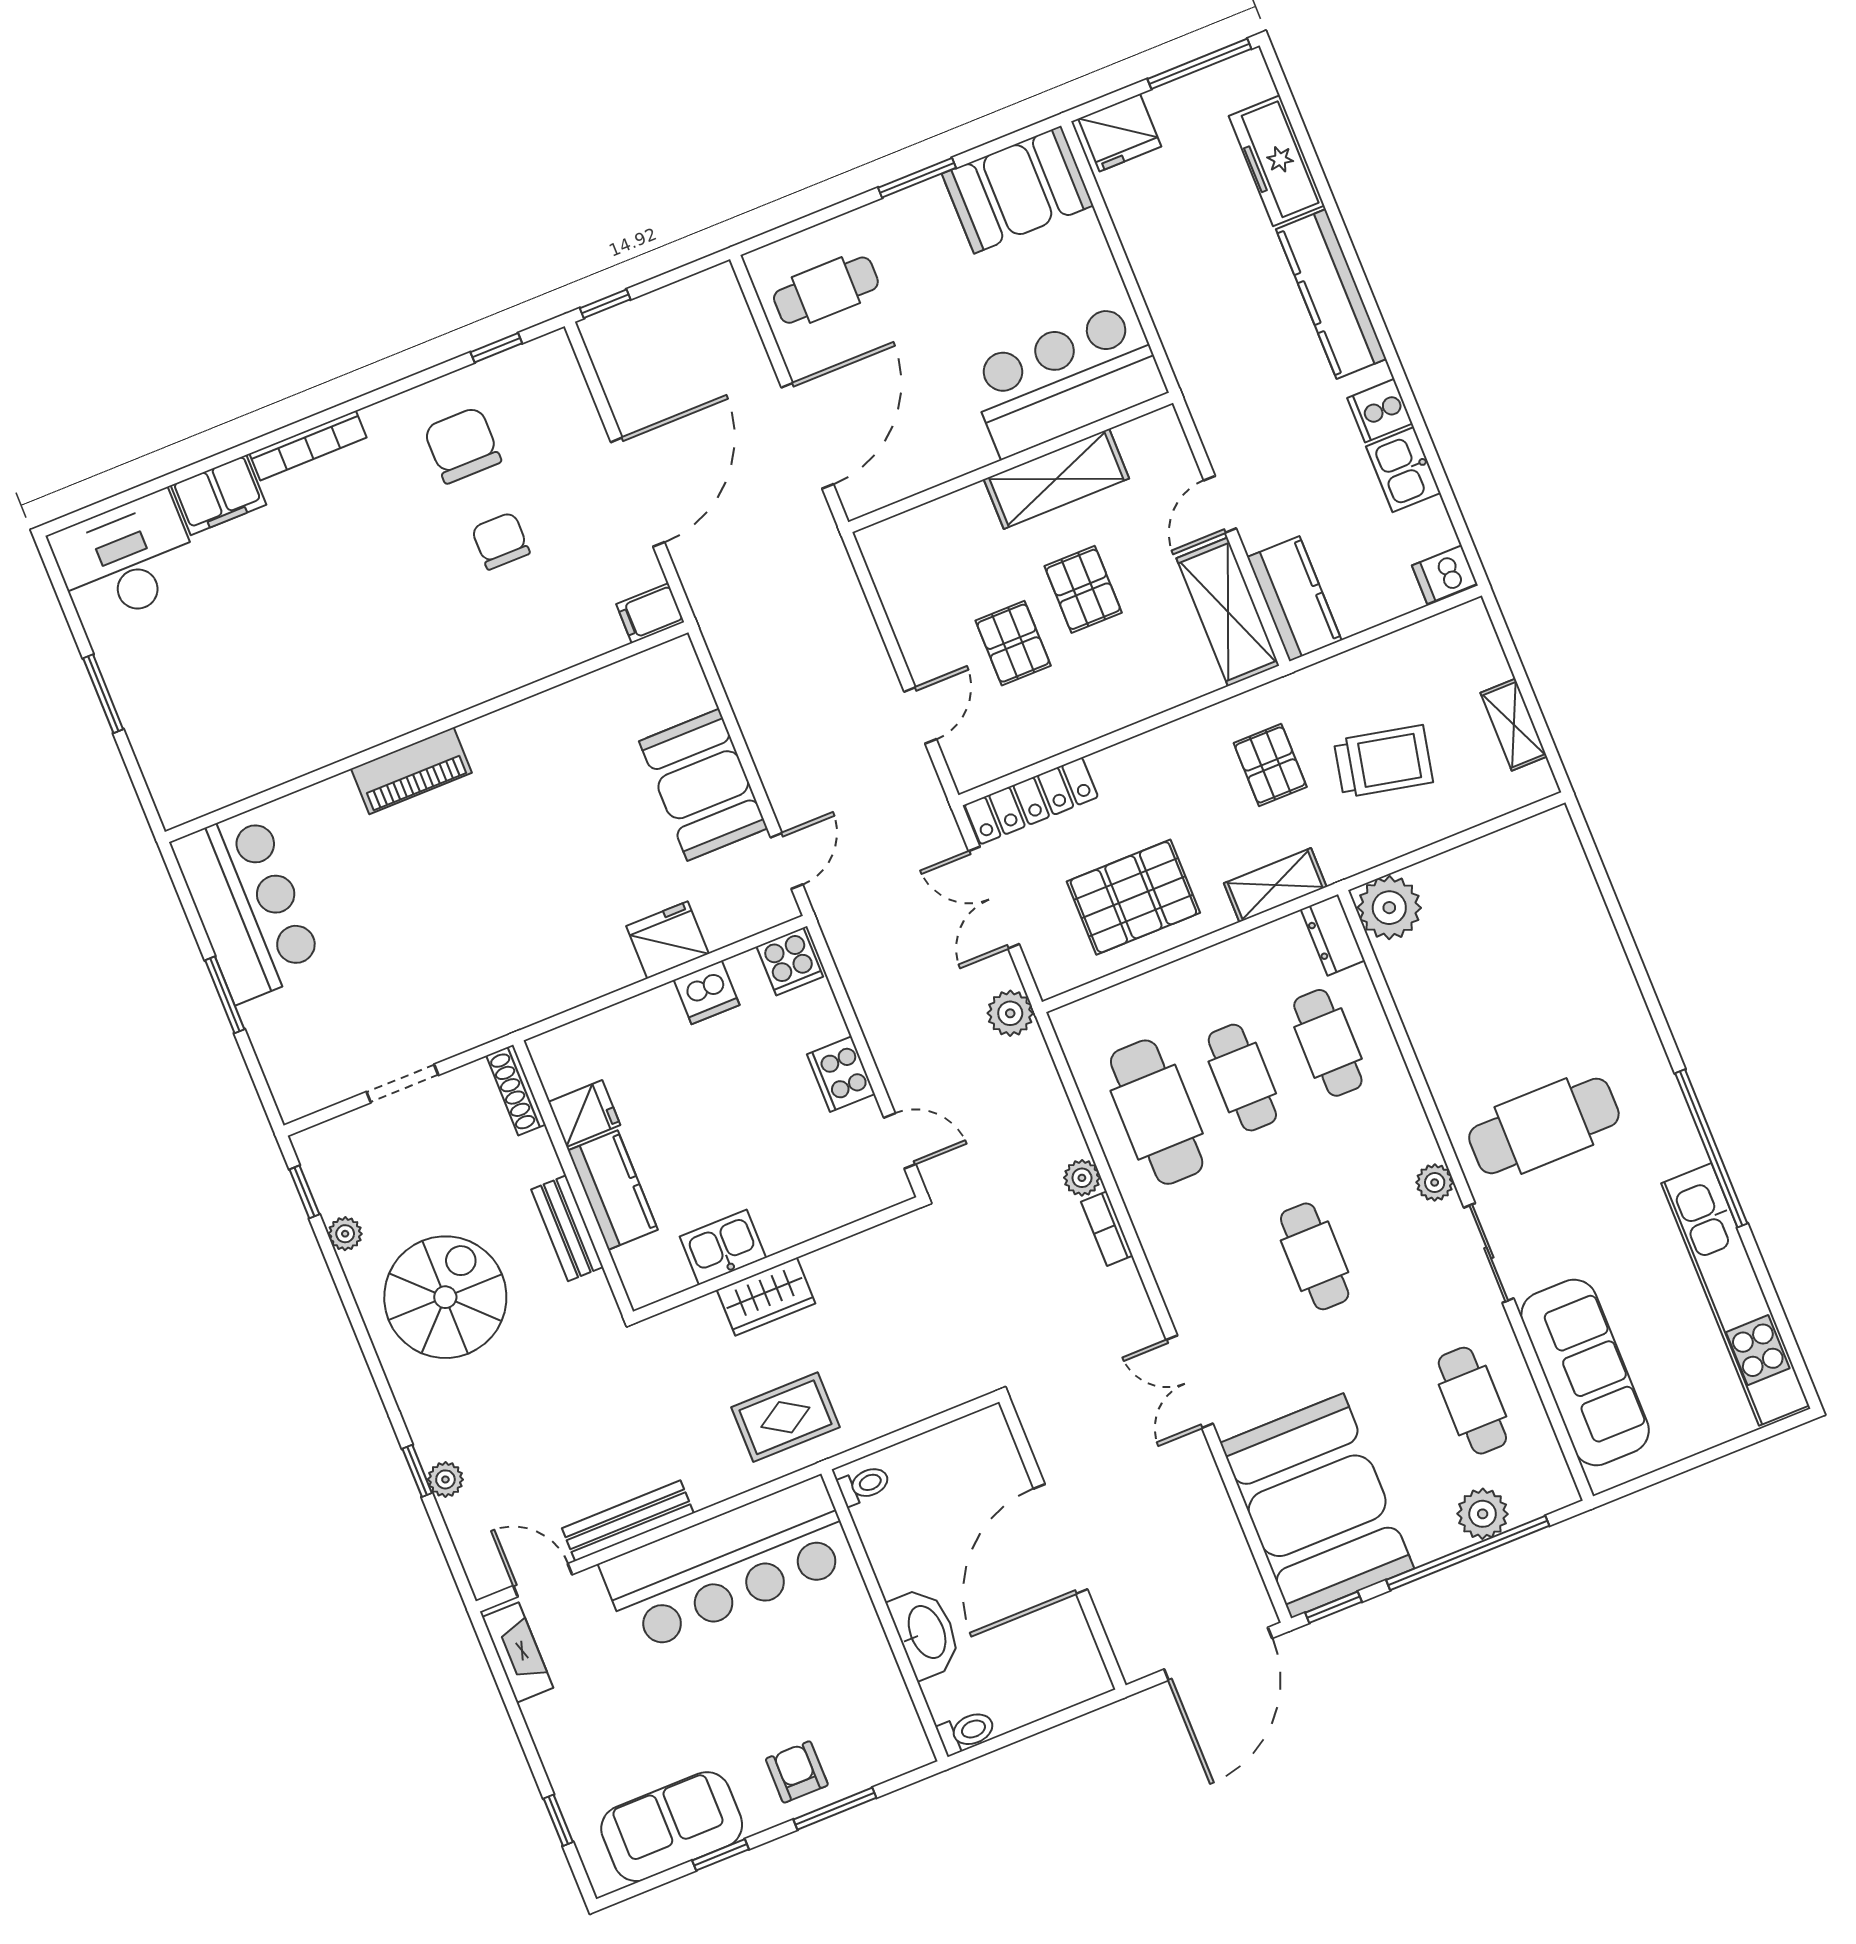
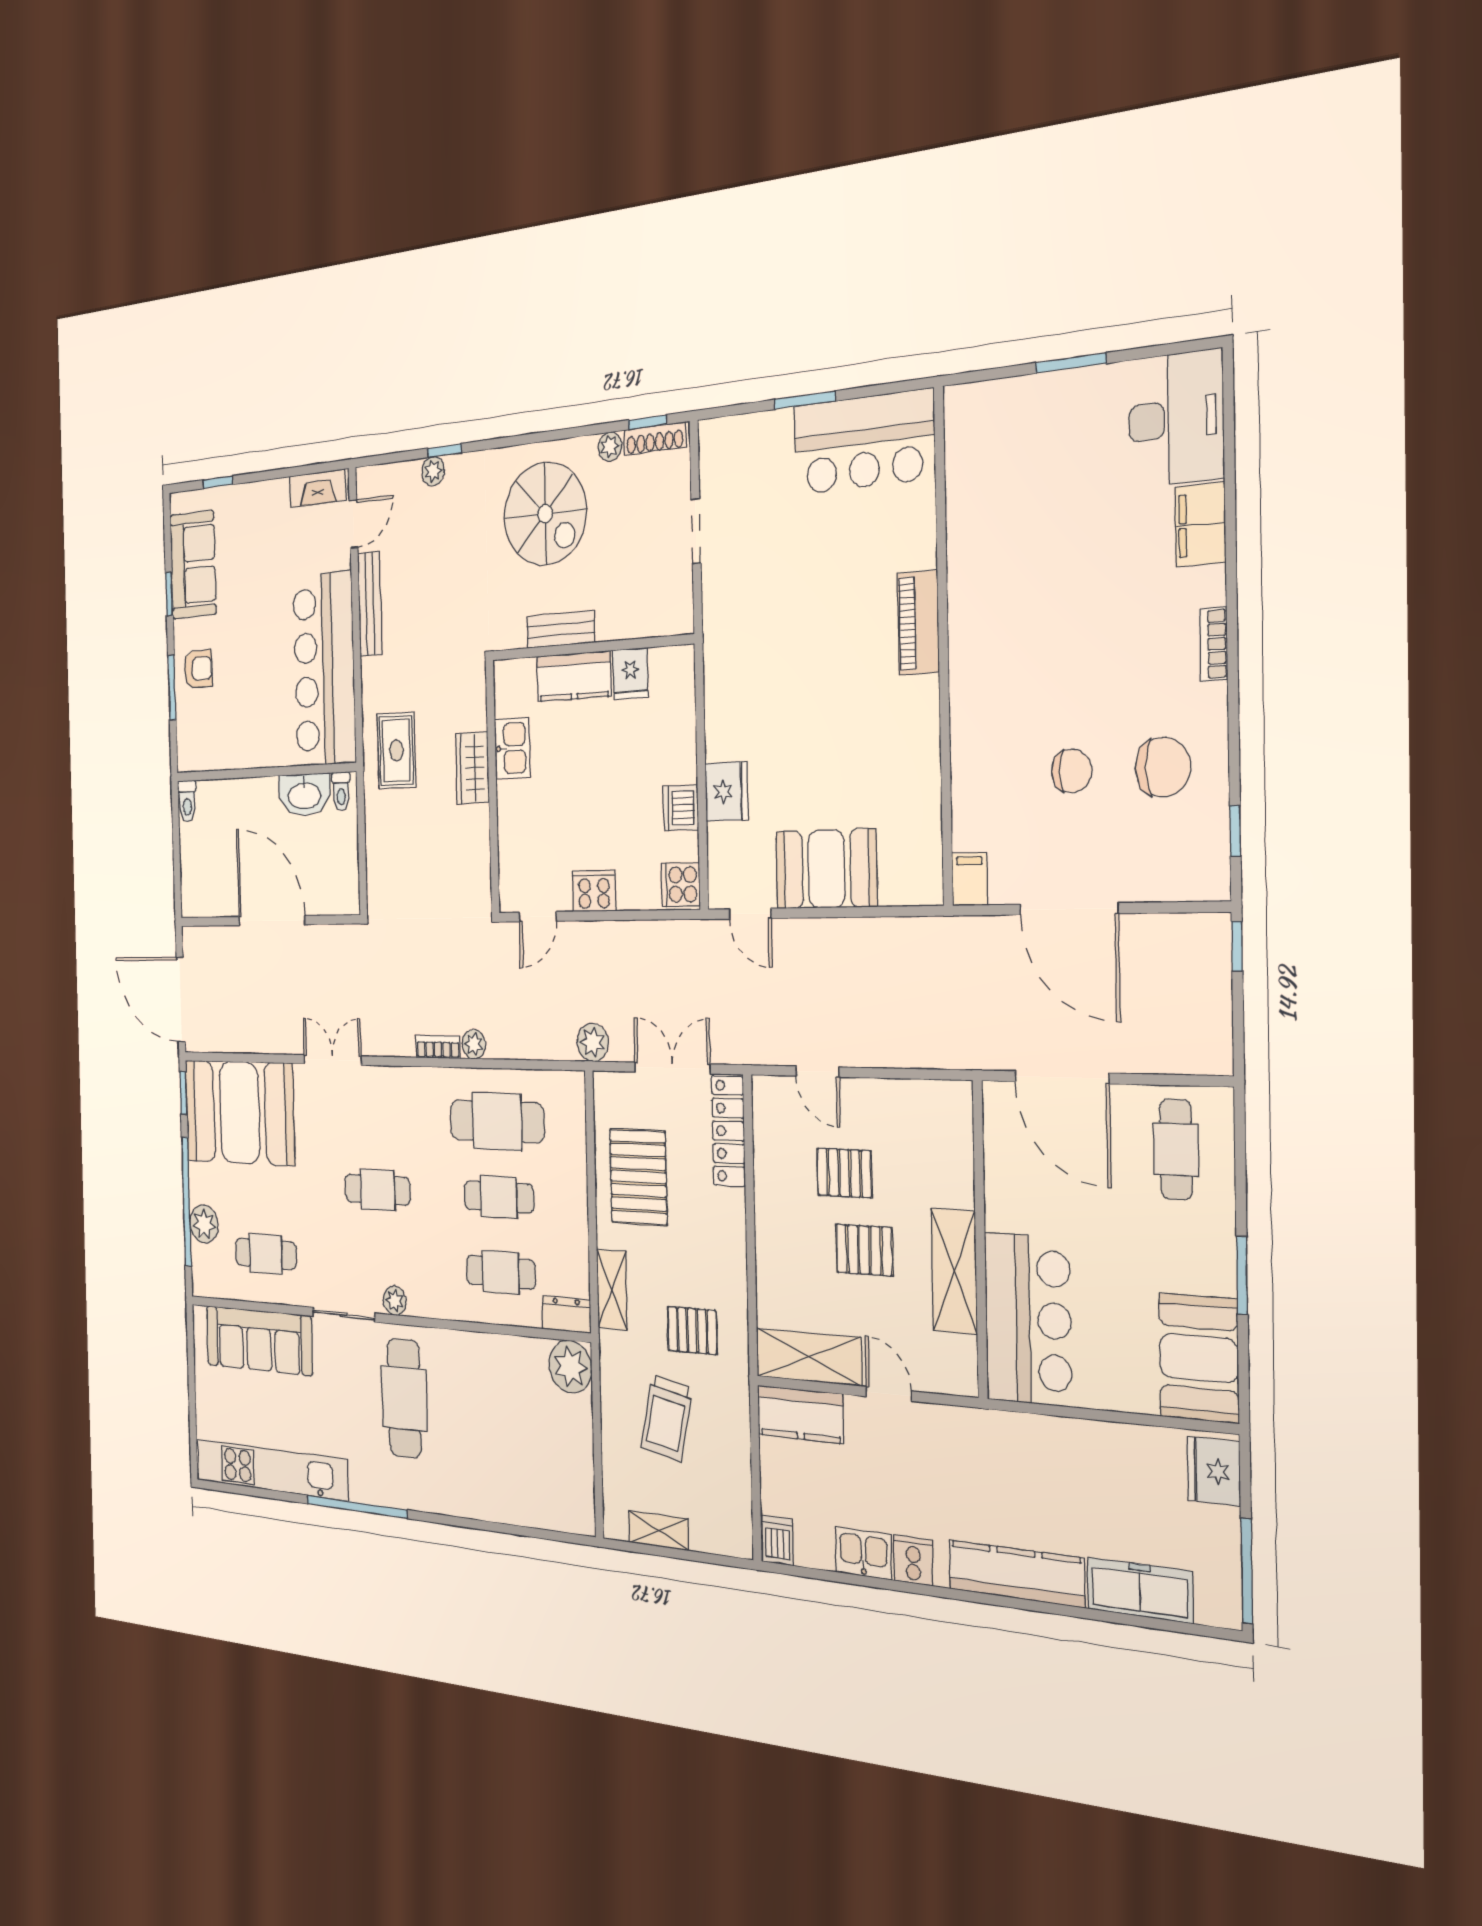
bookcase: (308, 445) -> (1214, 644), width x0.64
shoe rack: (516, 1090) -> (655, 439), moved, turned 180
washbasin: (926, 1633) -> (304, 795), moved

